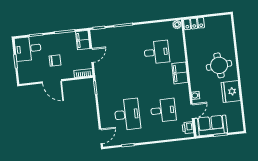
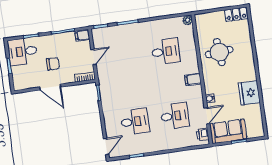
locker: (194, 24) -> (236, 14), moved
filing cabinet: (83, 40) -> (82, 35), width x0.50
round table: (219, 65) -> (219, 52), moved
filing cabinet: (180, 73) -> (193, 80), width x0.50
desk: (127, 114) -> (135, 121), width x0.73

